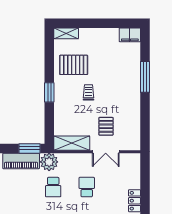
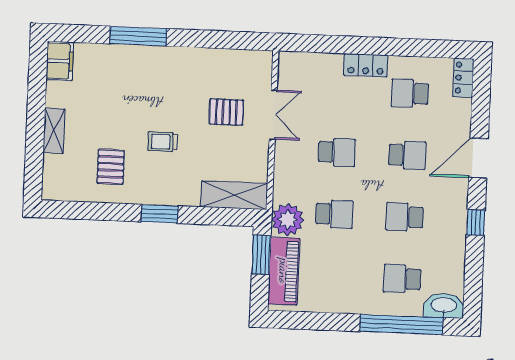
shelving: (66, 33) -> (54, 131), moved
pallet: (74, 65) -> (111, 167), width x0.67, depth x0.71
shelving: (72, 143) -> (234, 195), moved, turned 90
school desk: (87, 187) -> (337, 152), turned 180

